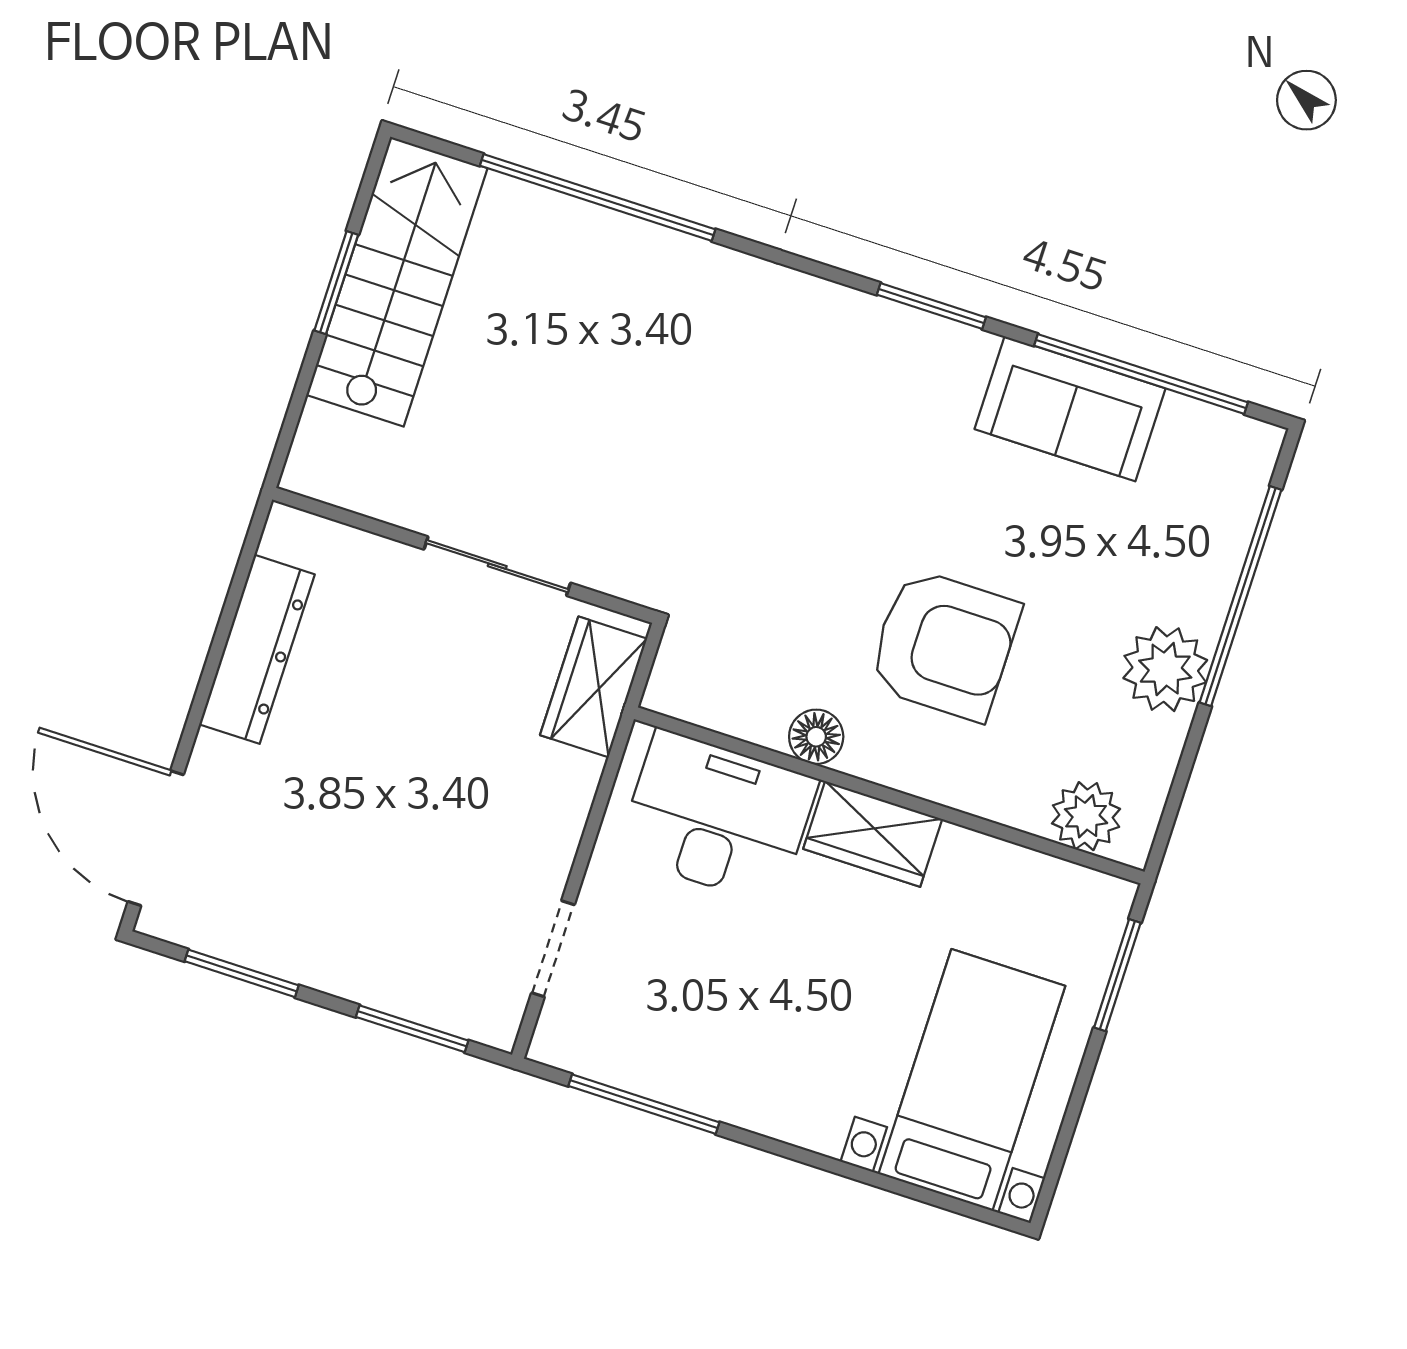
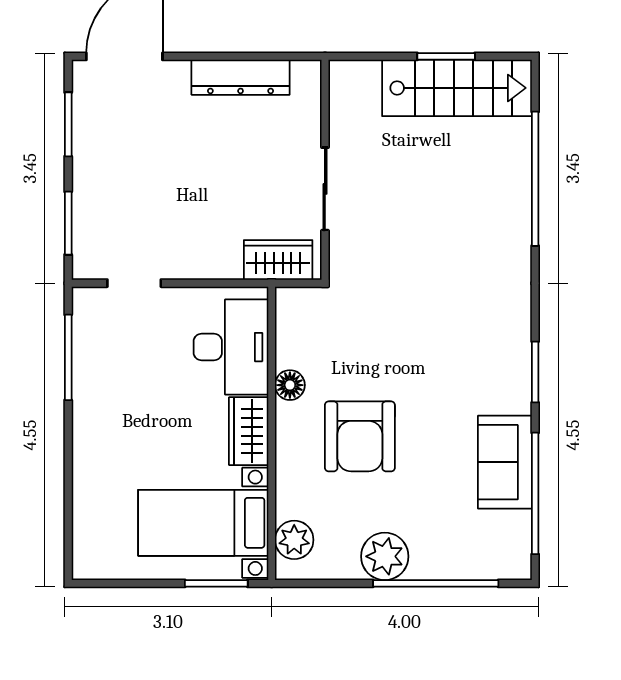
bed with nightstands: (972, 1080) -> (203, 523), moved, turned 180

